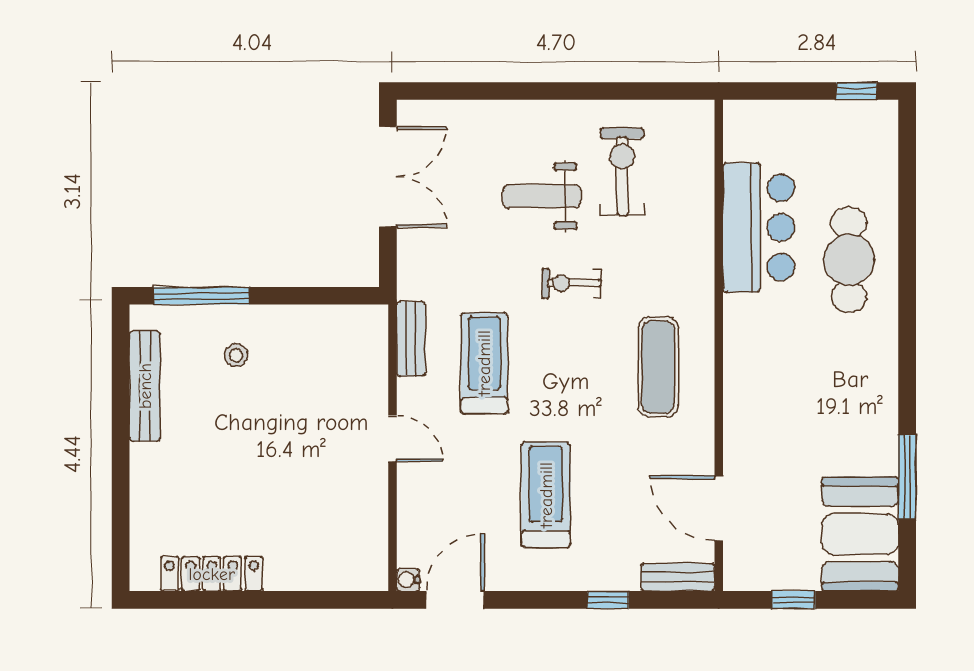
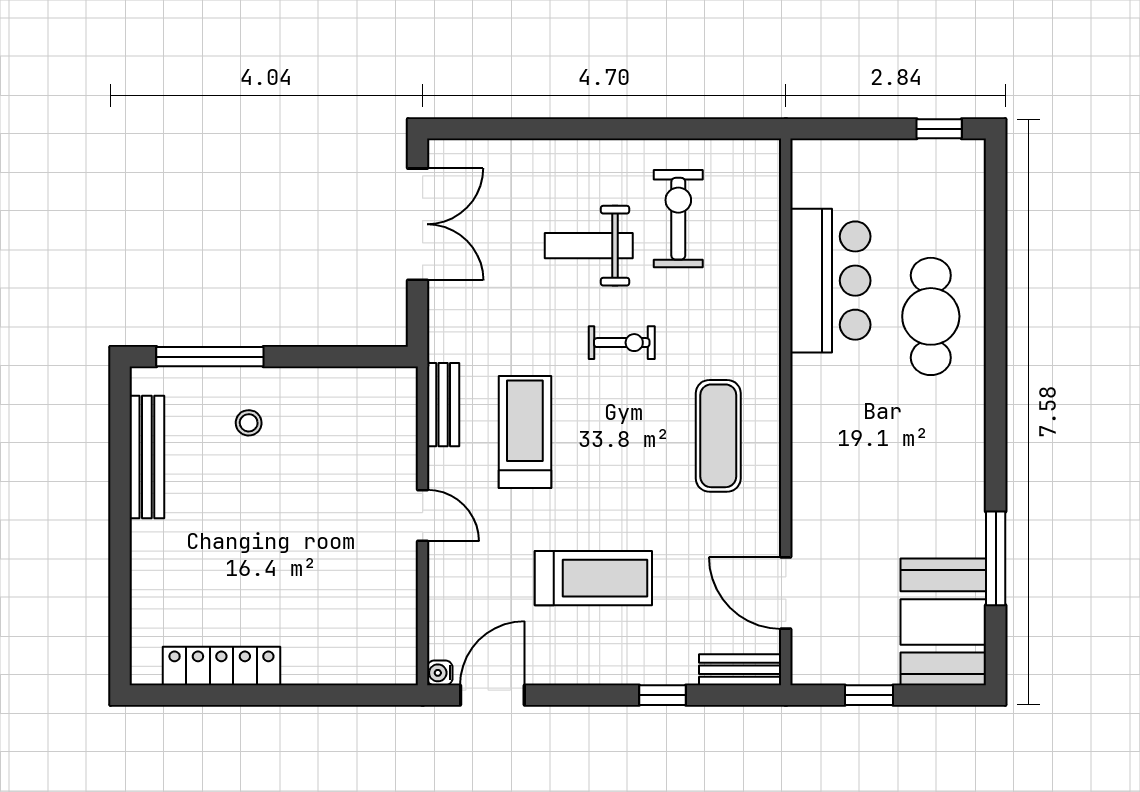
exercise bike: (571, 283) -> (622, 343), turned 180
treadmill: (546, 495) -> (593, 578), turned 90

